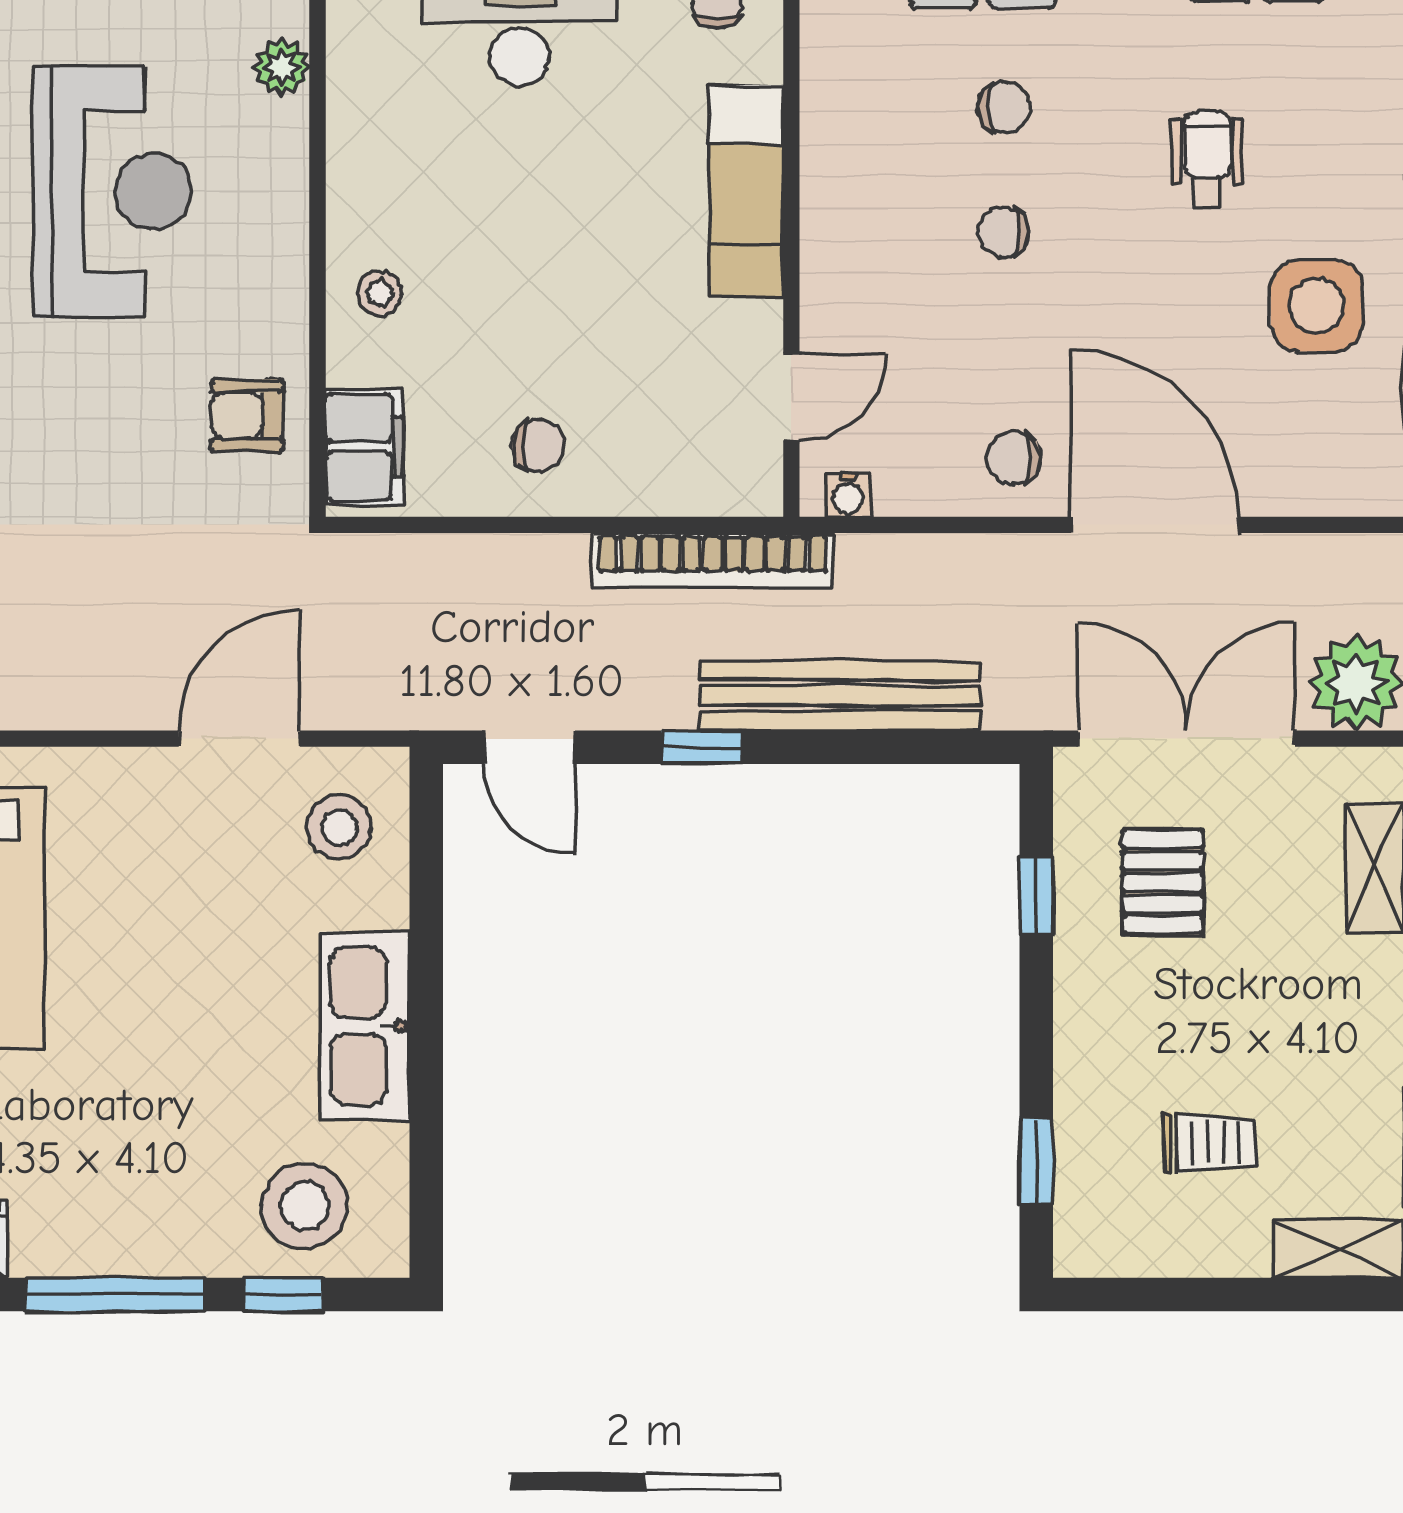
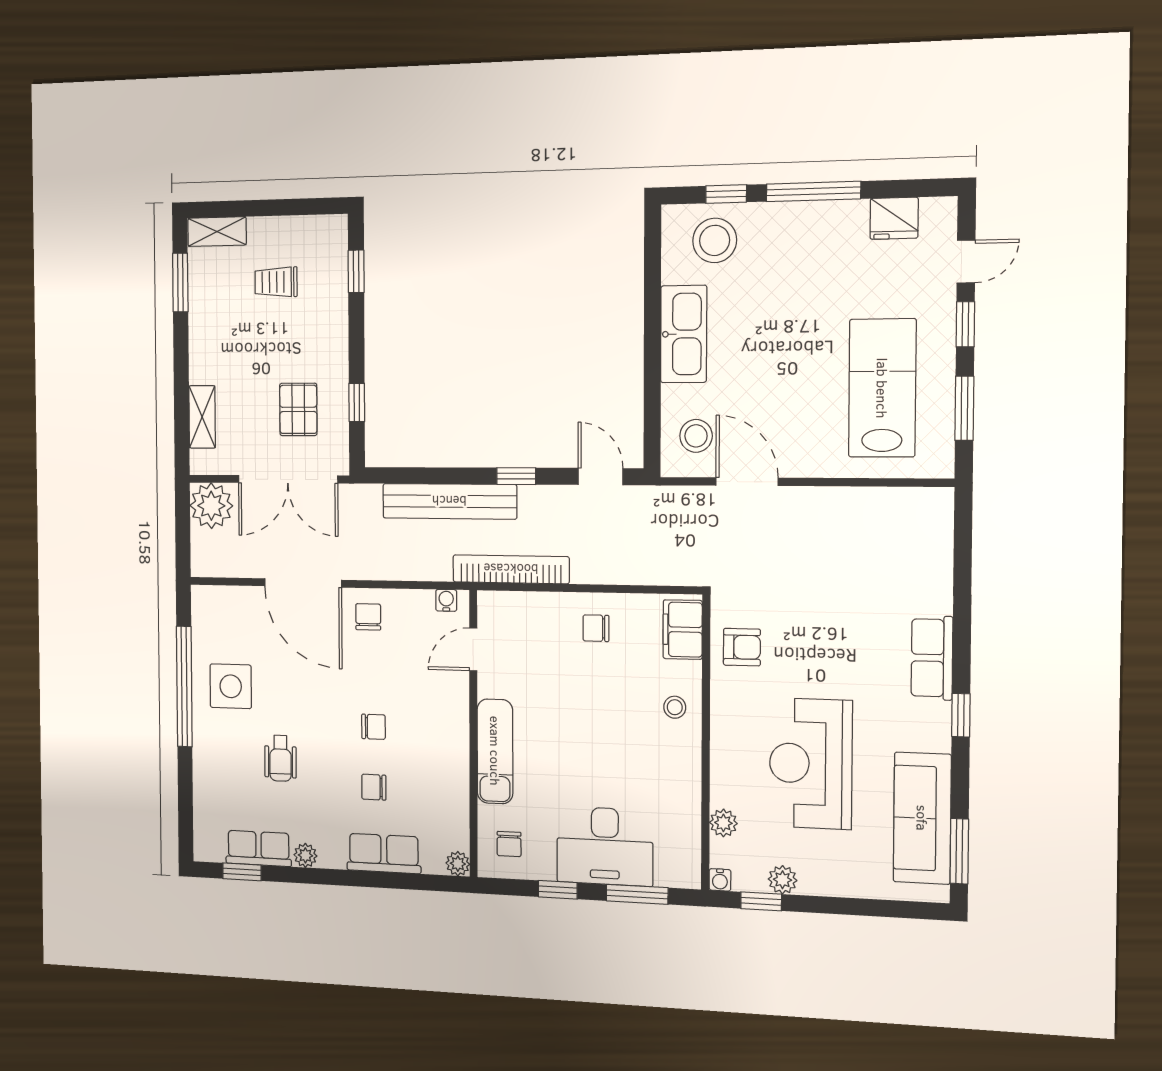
chair: (1014, 458) -> (368, 617), turned -90
door: (239, 739) -> (747, 482), swing flipped

